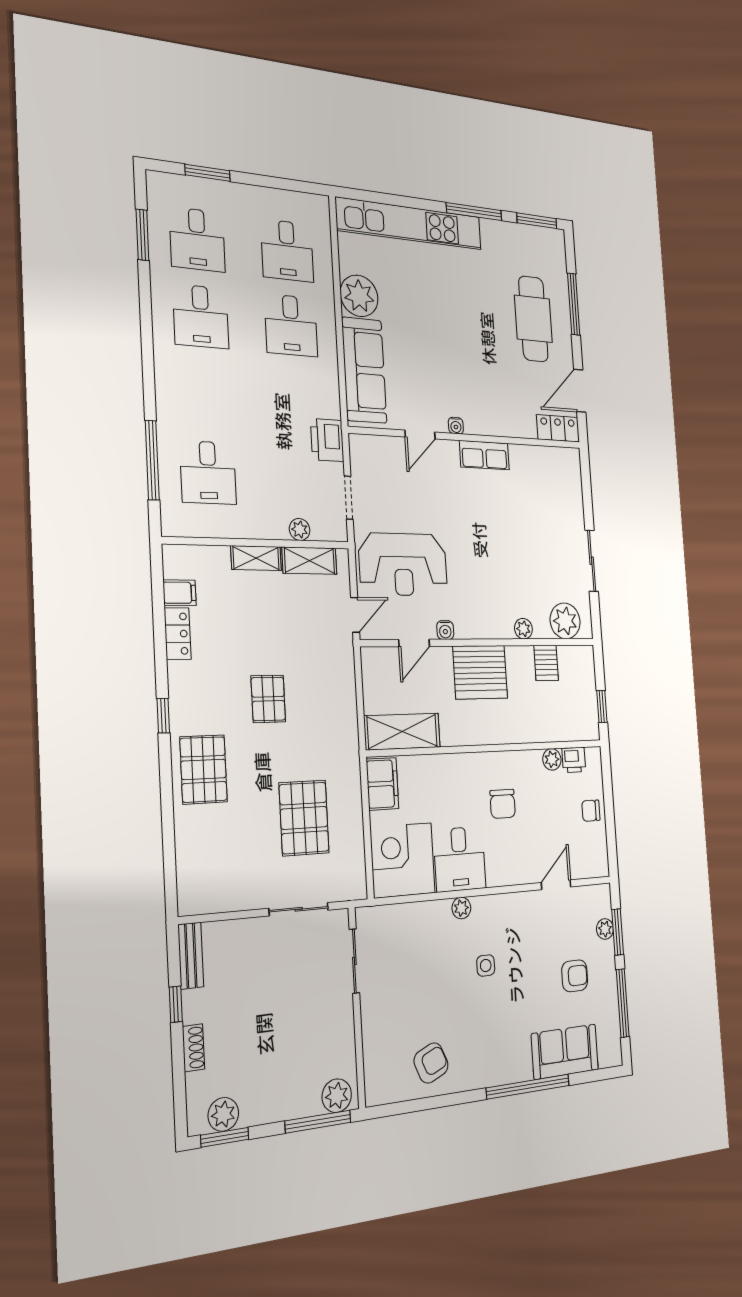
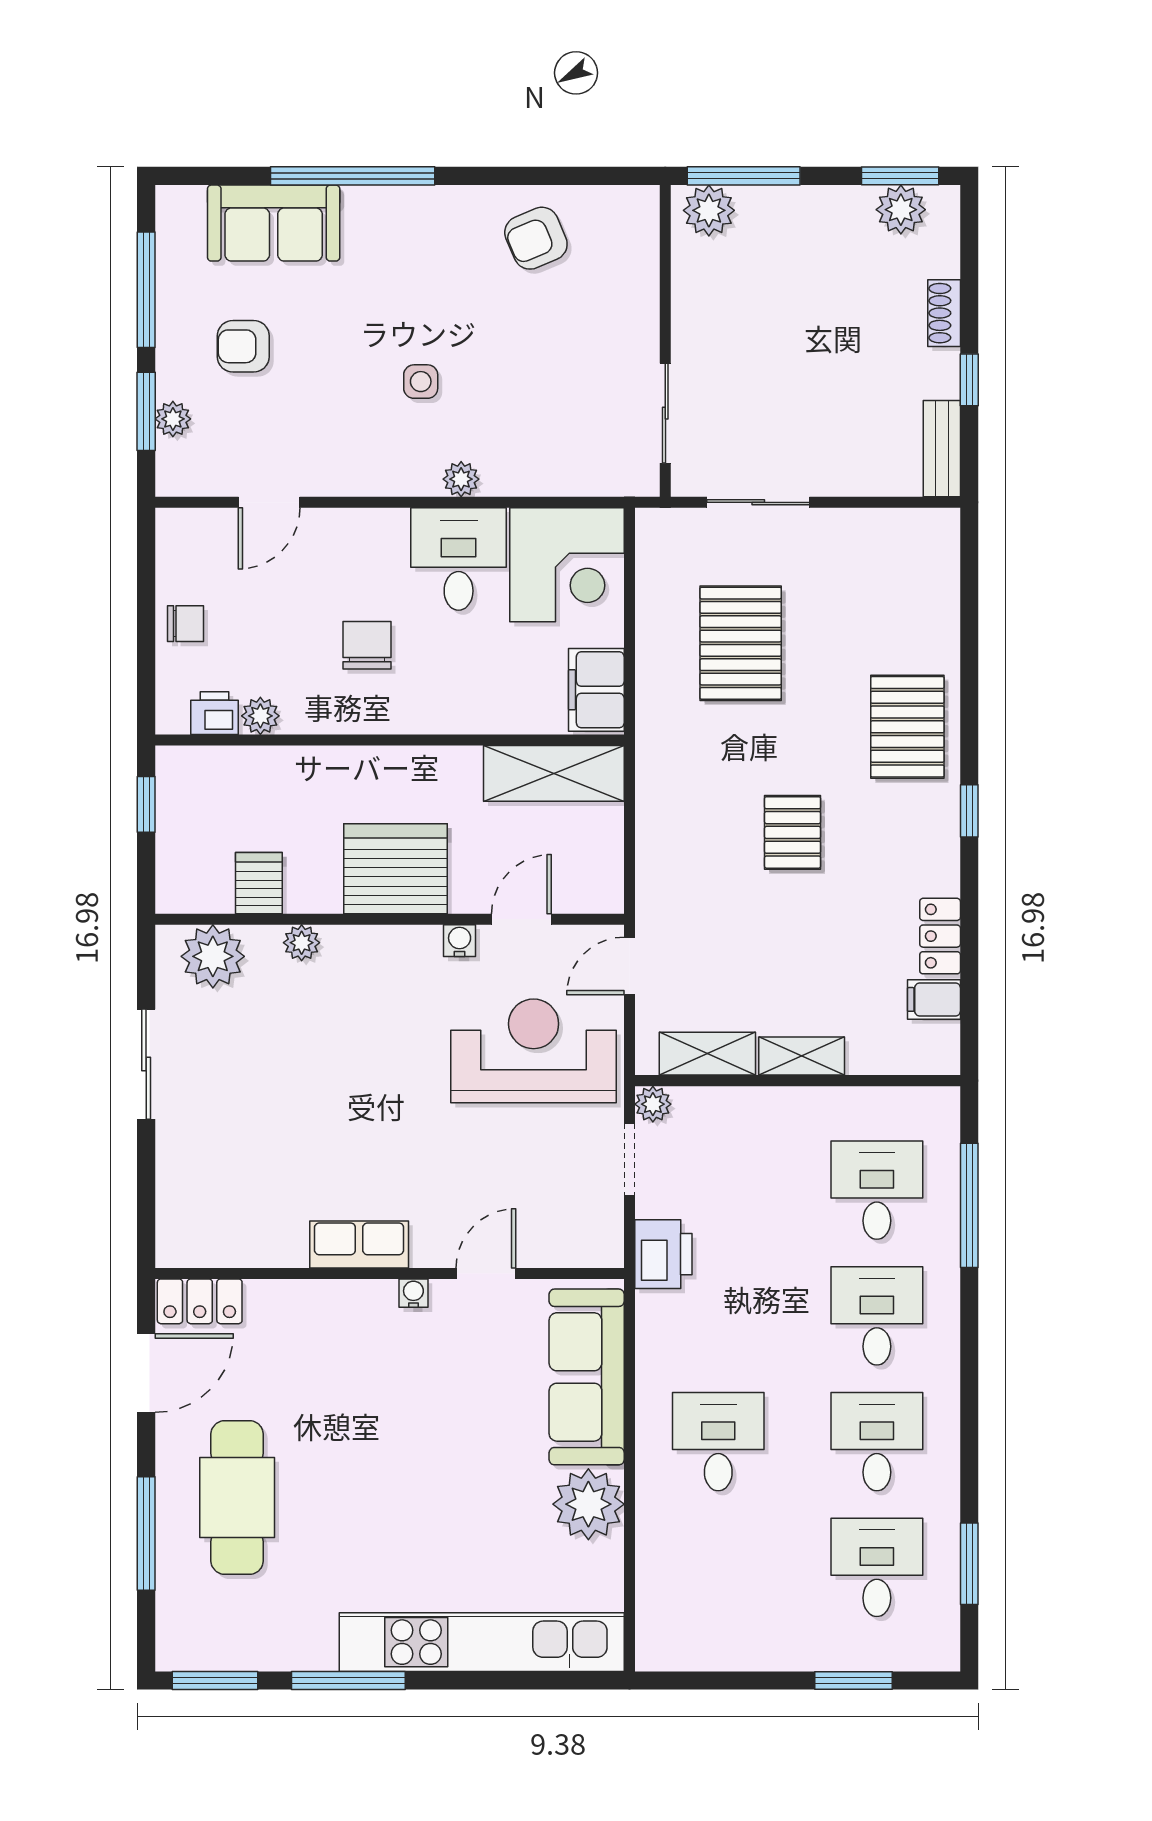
desk: (287, 251) -> (877, 1316), moved
plant: (300, 529) -> (653, 1104), moved

